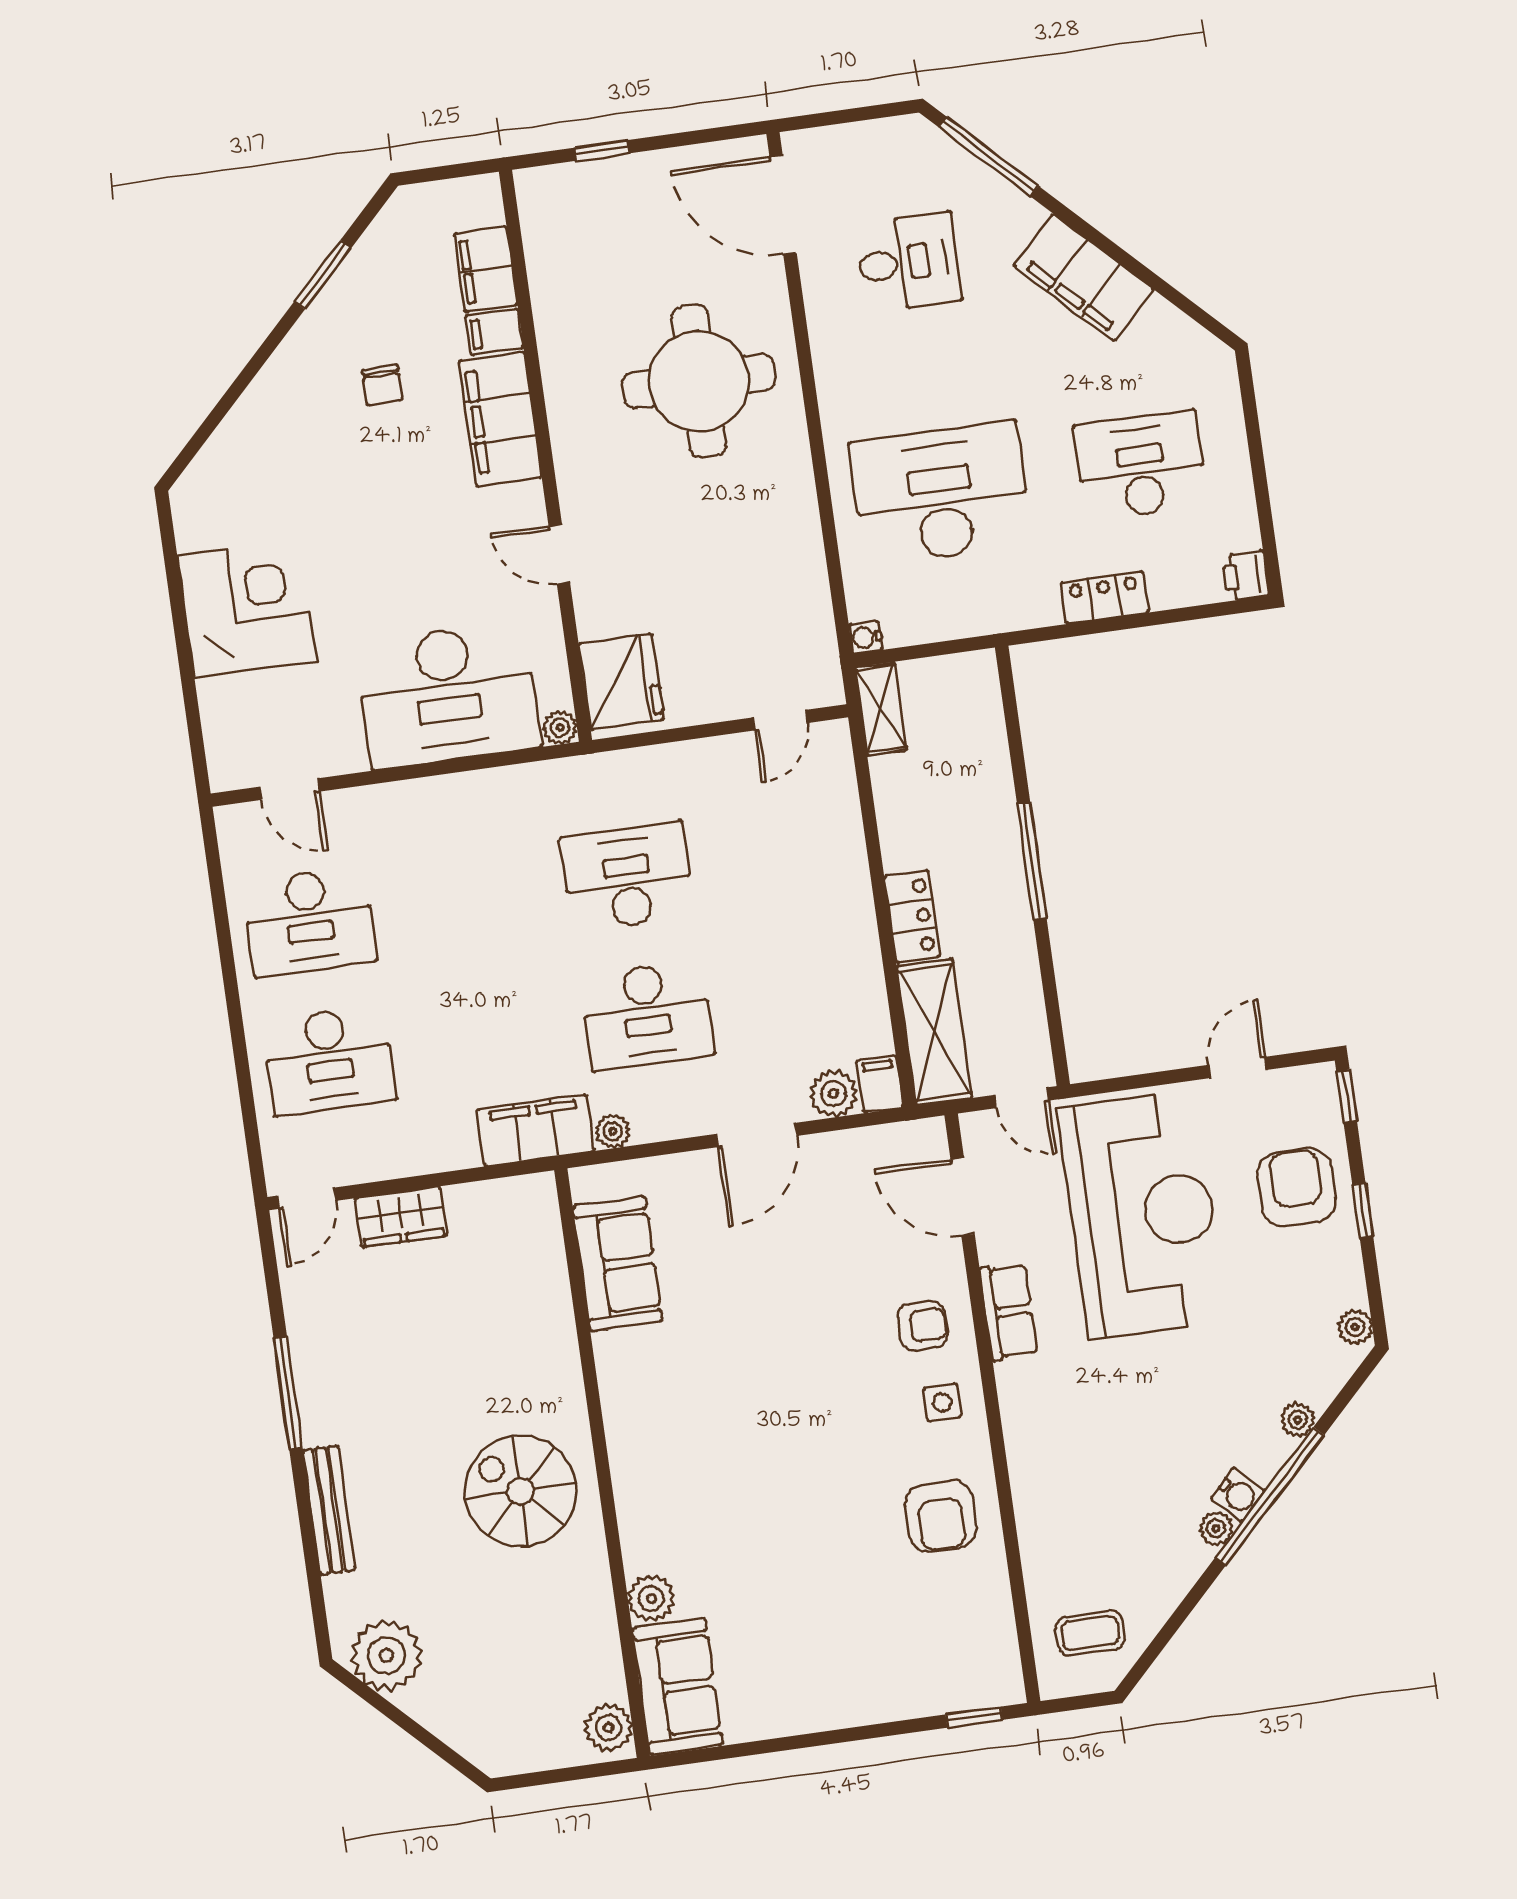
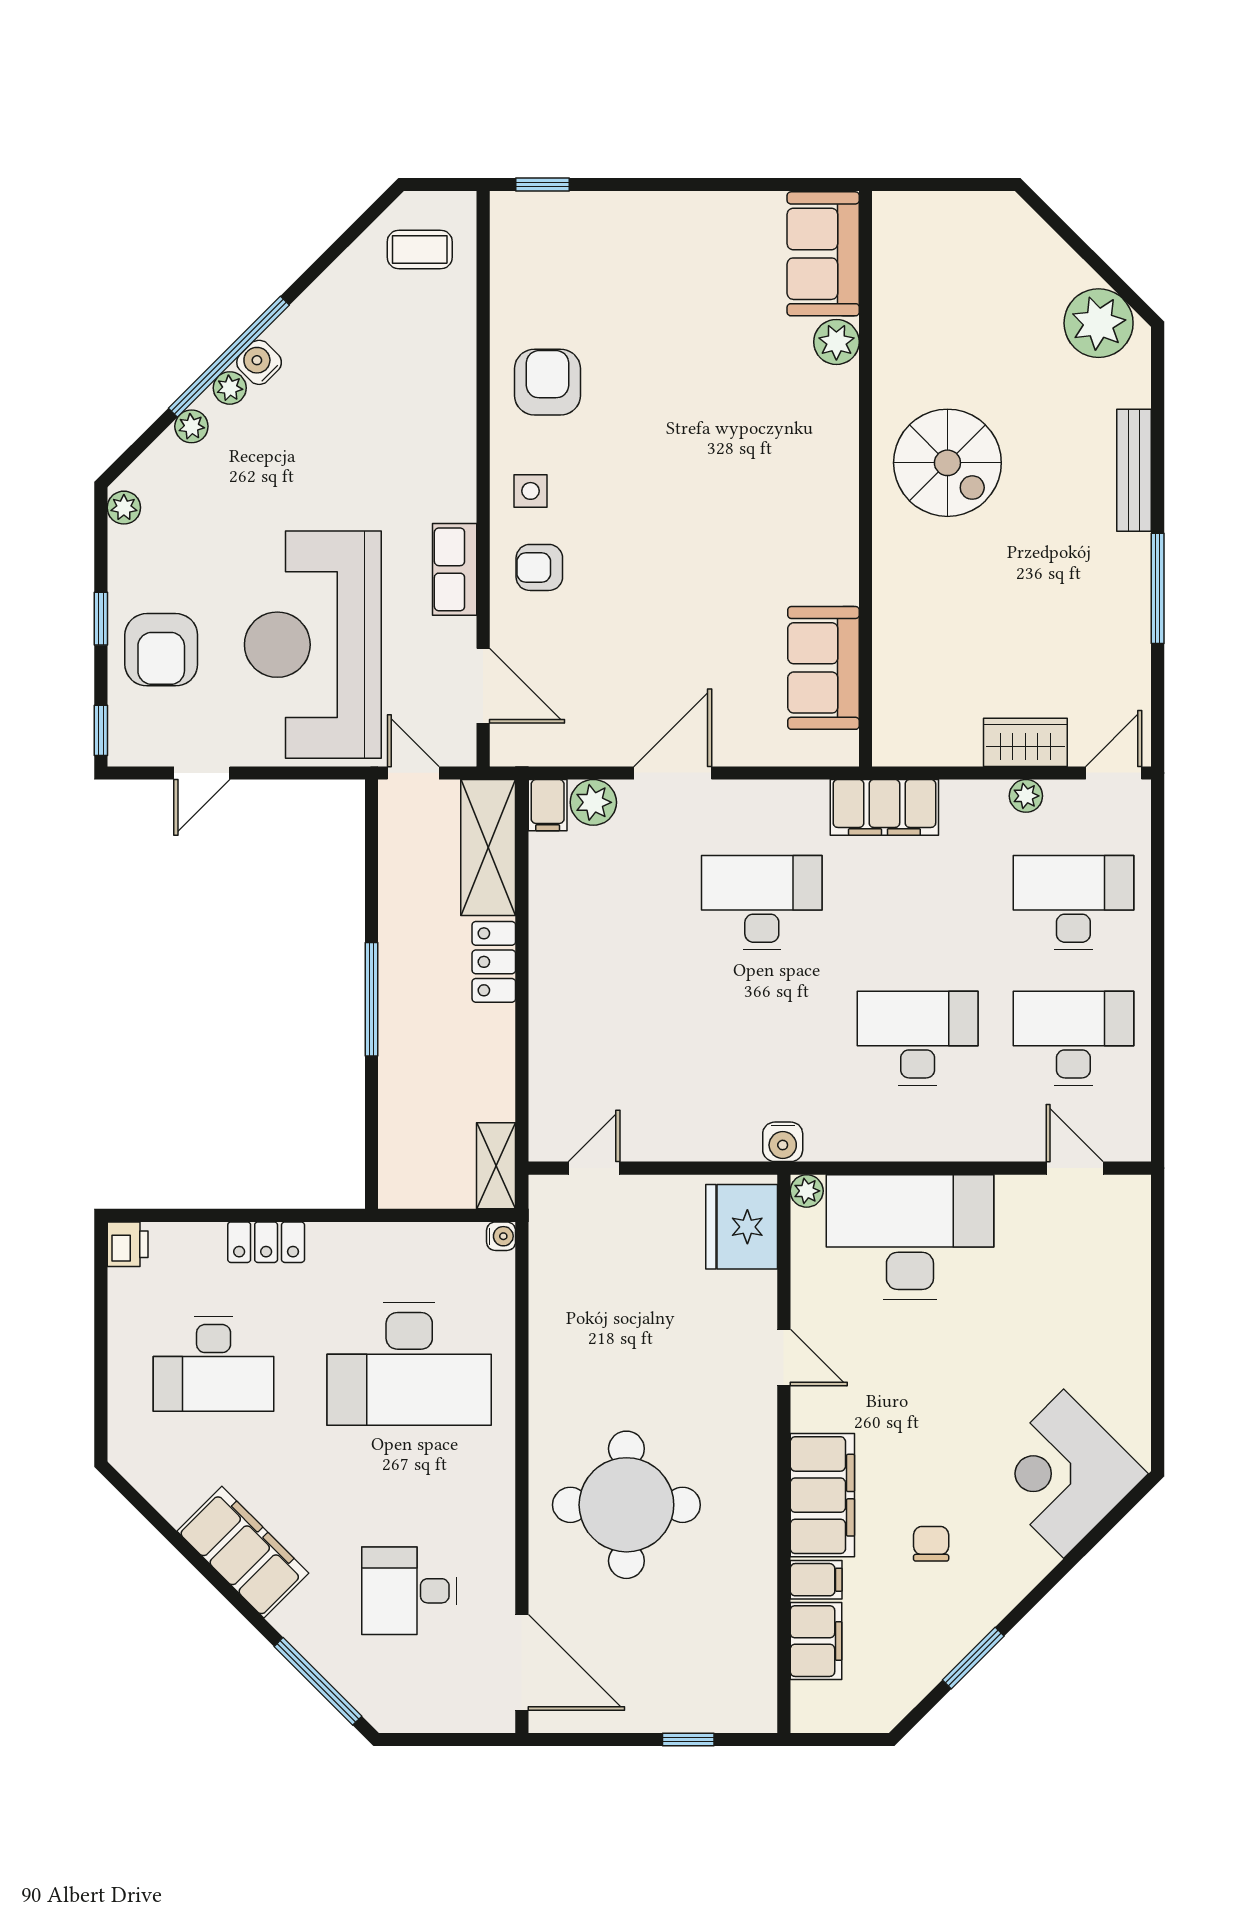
corner desk: (247, 608) -> (1064, 1474), moved, turned 45
water cooler: (591, 774) -> (783, 1142), added
desk: (628, 877) -> (918, 1038), moved, turned 180
plant: (613, 1131) -> (1026, 796), moved
plant: (1216, 1528) -> (230, 388), moved
plant: (608, 1728) -> (895, 224), removed

